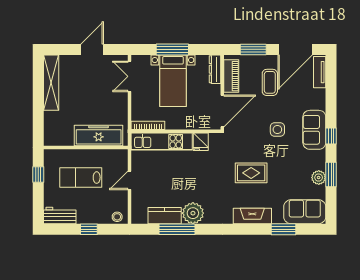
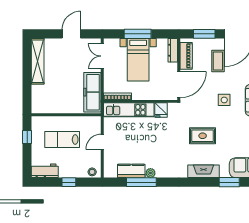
freezer: (99, 135) -> (92, 92), moved, turned -90
plant: (193, 213) -> (150, 173), width x0.53, depth x0.53

